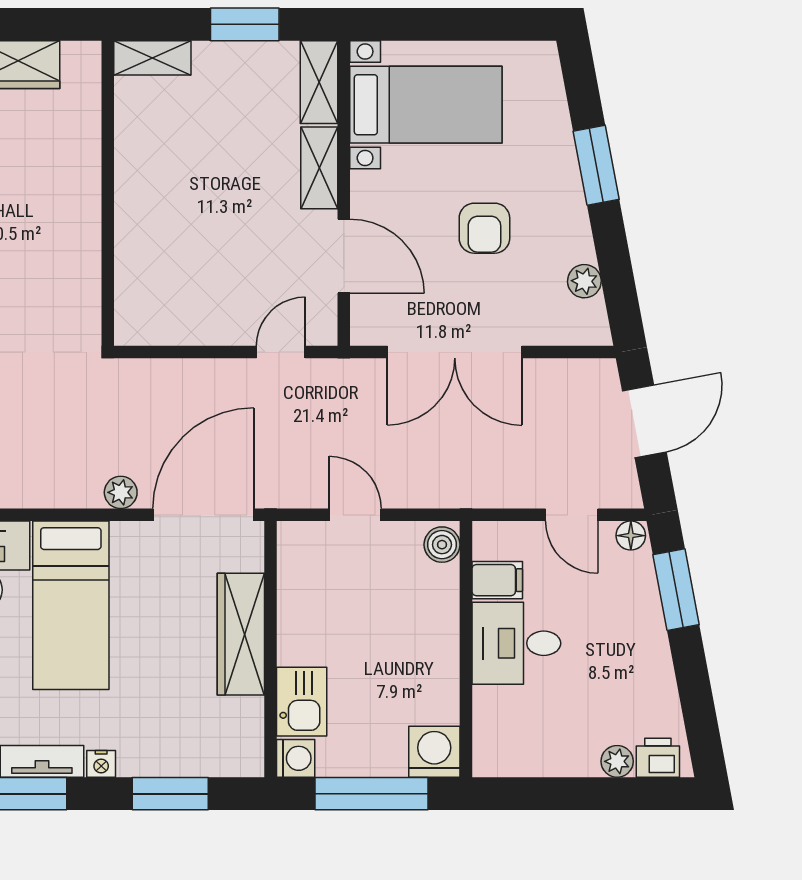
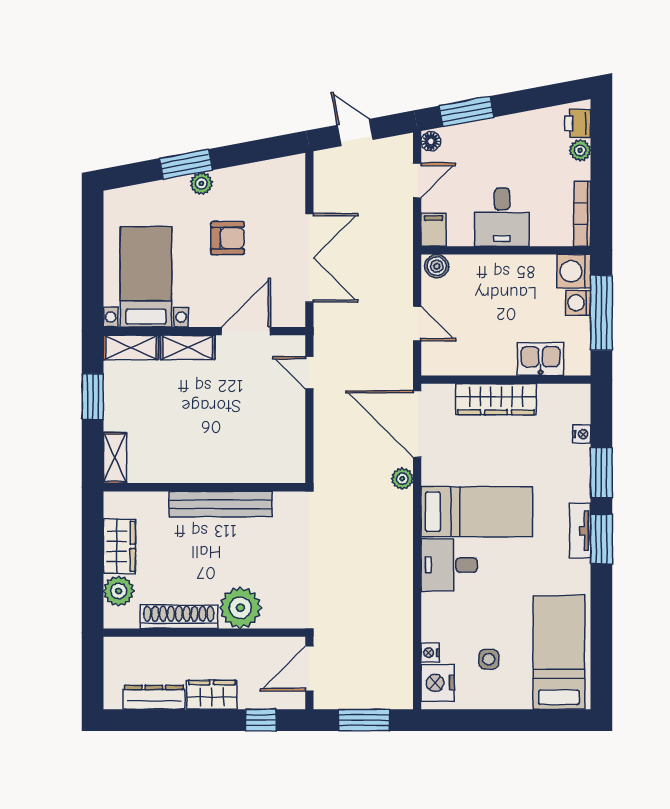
bench: (82, 218) -> (221, 504), added
plant: (584, 281) -> (201, 184), moved
door: (644, 421) -> (355, 132), width x0.73
door: (355, 515) -> (417, 324), swing flipped
filing cabinet: (497, 580) -> (434, 230), moved
washing machine: (296, 758) -> (578, 303), moved, turned -90
nightstand: (101, 764) -> (582, 434), moved
bookcase: (521, 765) -> (582, 214), added
window: (170, 794) -> (601, 473), moved

